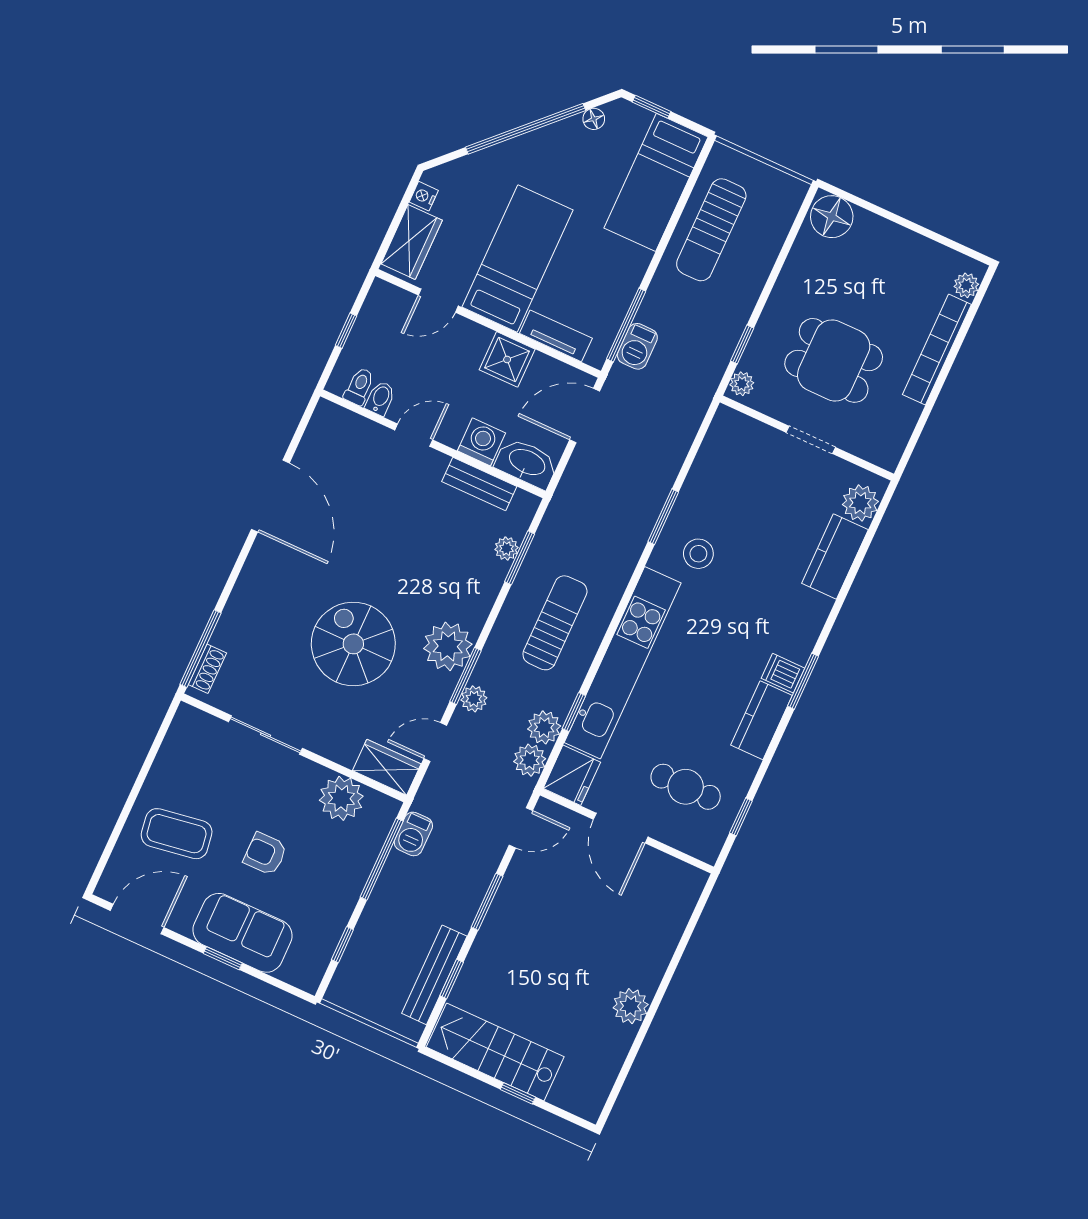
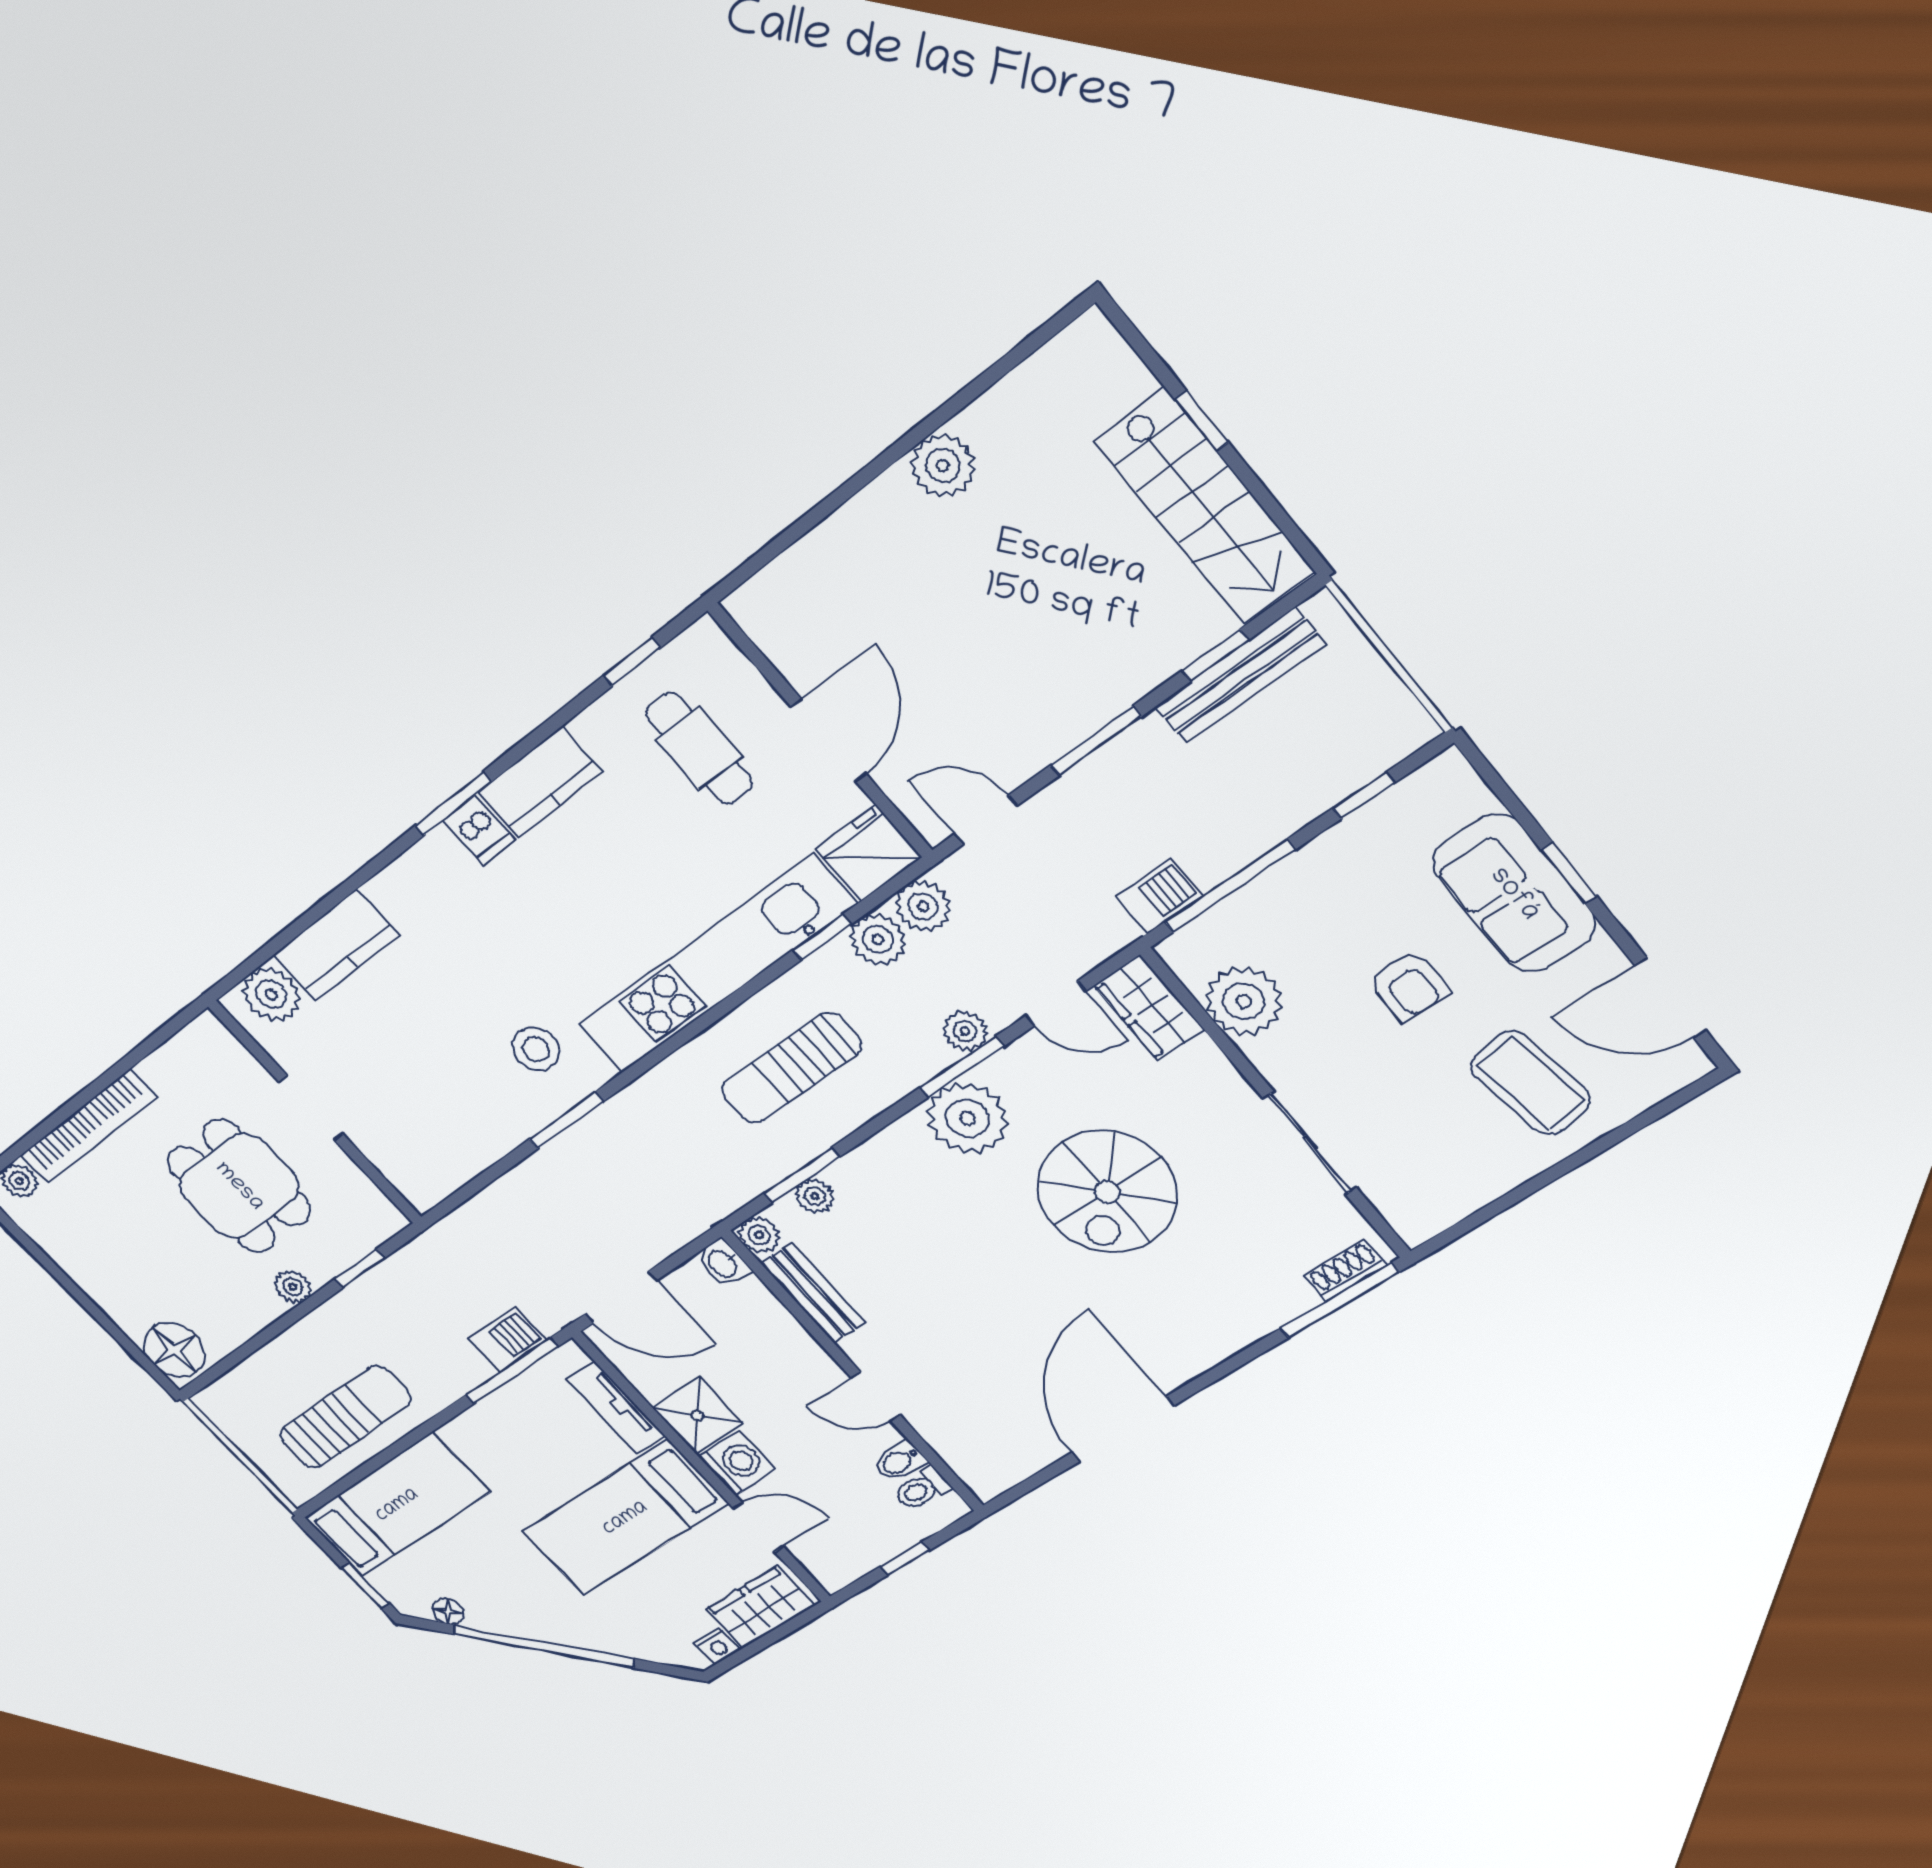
plant: (742, 384) -> (293, 1287), moved
washing machine: (481, 442) -> (737, 1463), moved, turned 180
washbasin: (527, 463) -> (723, 1263), width x0.52, depth x0.69
plant: (526, 505) -> (759, 1235), added

